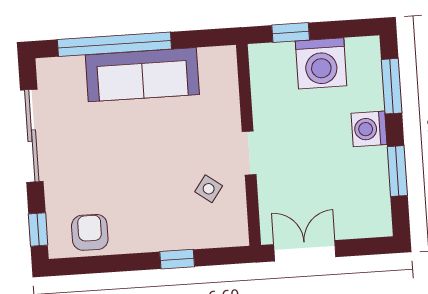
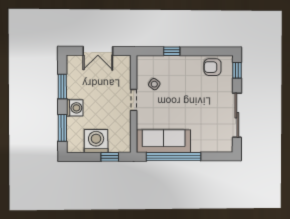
window: (114, 44) -> (174, 157), moved
sofa: (142, 75) -> (164, 141), moved
armchair: (90, 232) -> (213, 67), turned 90
double door: (305, 251) -> (98, 51), moved

